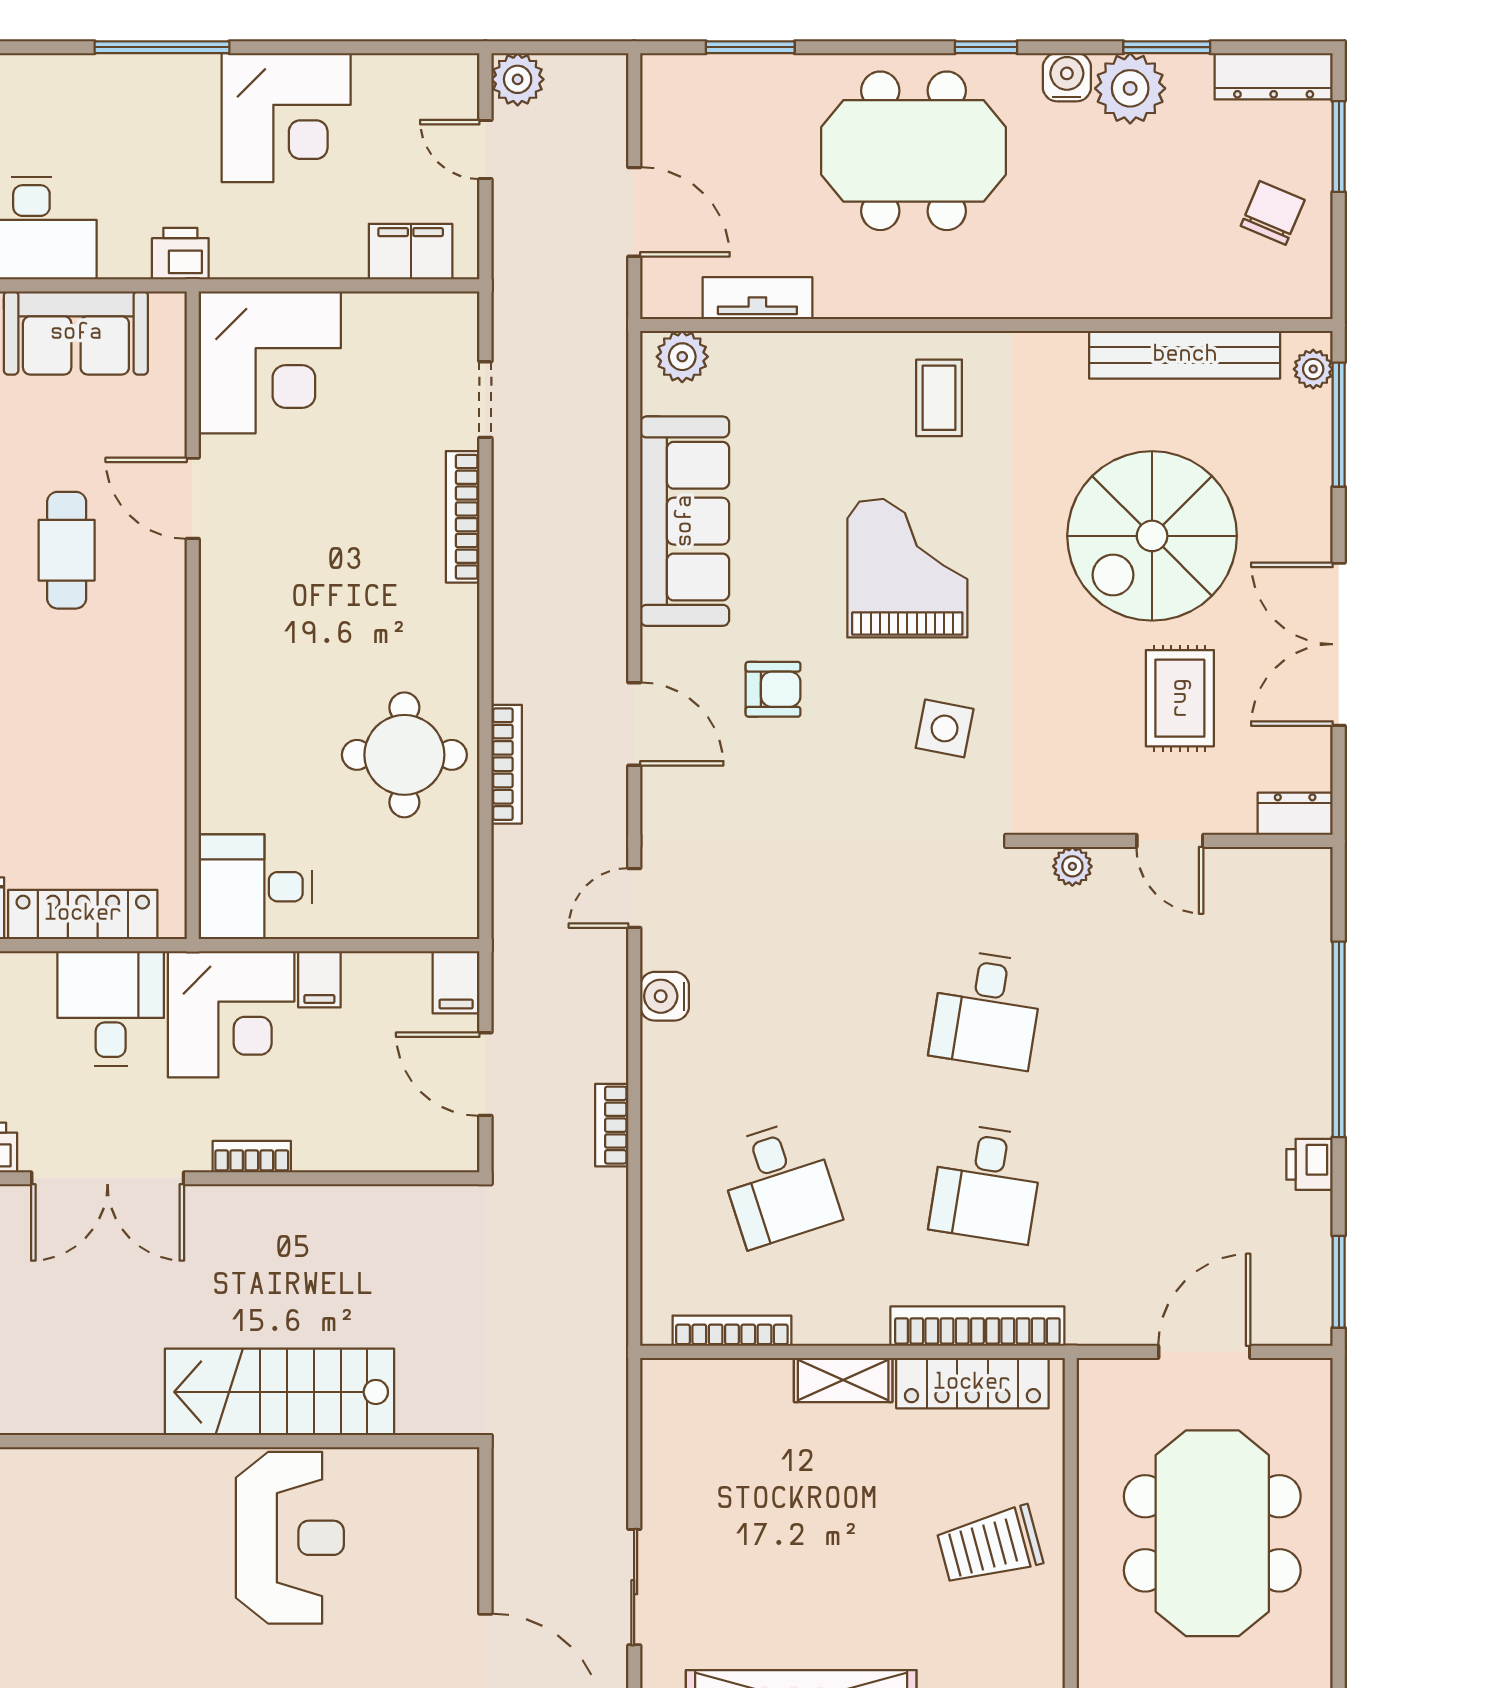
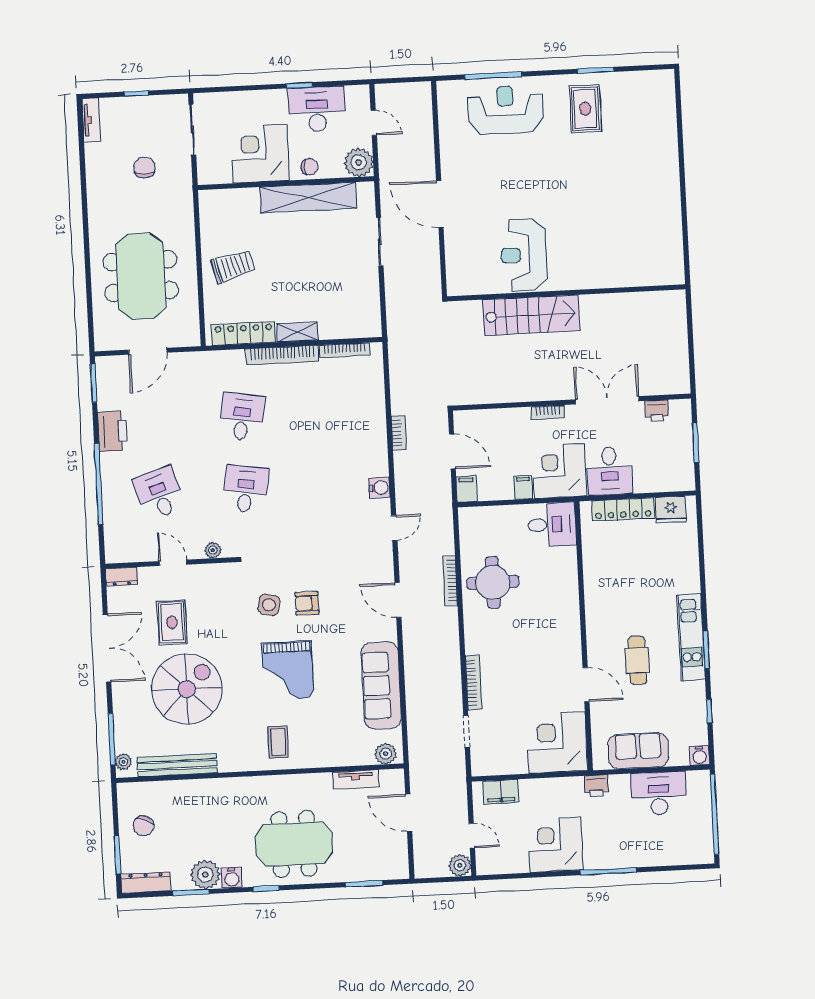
armchair: (773, 689) -> (307, 603), moved
printer: (1310, 1164) -> (113, 431), width x1.87, depth x1.48
desk: (779, 1183) -> (159, 493), moved
bookcase: (977, 1326) -> (282, 355), moved

